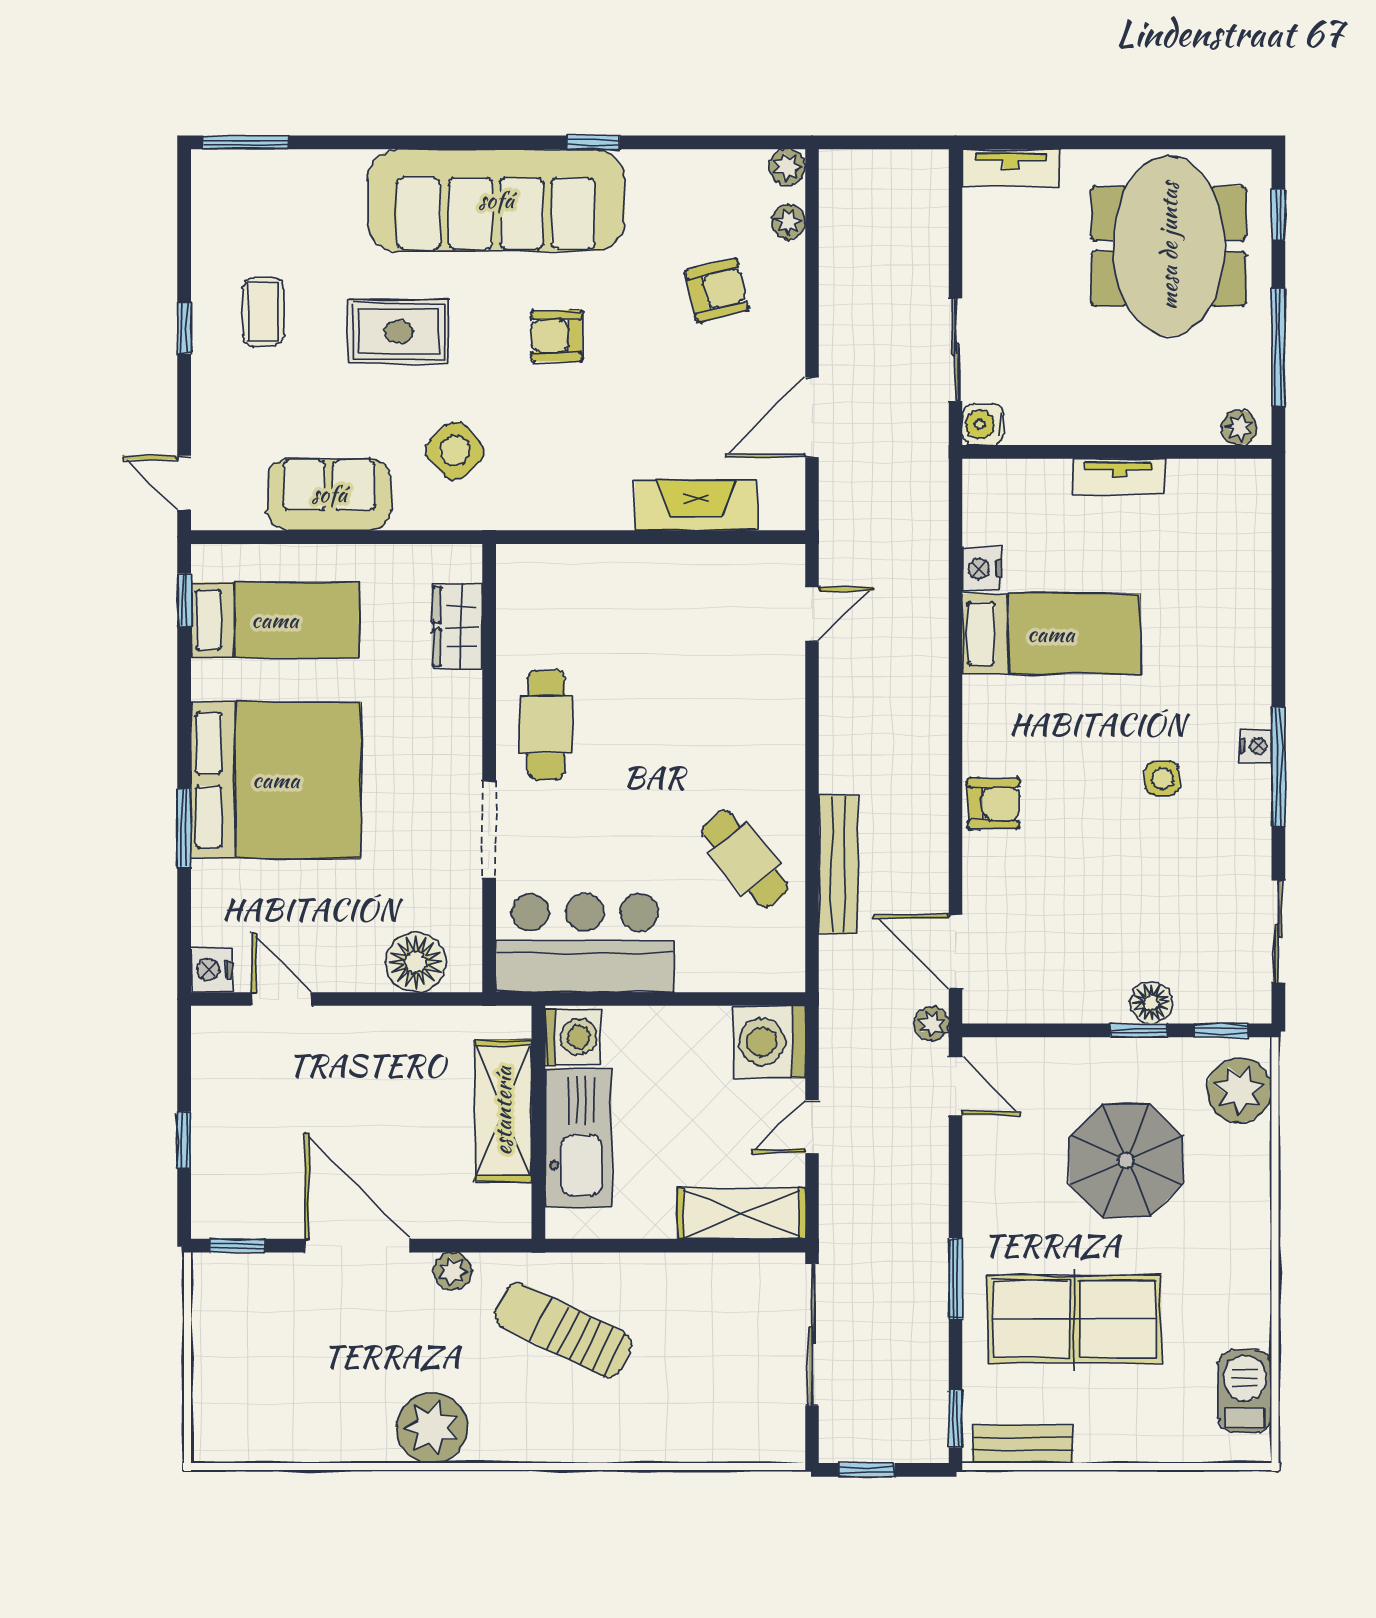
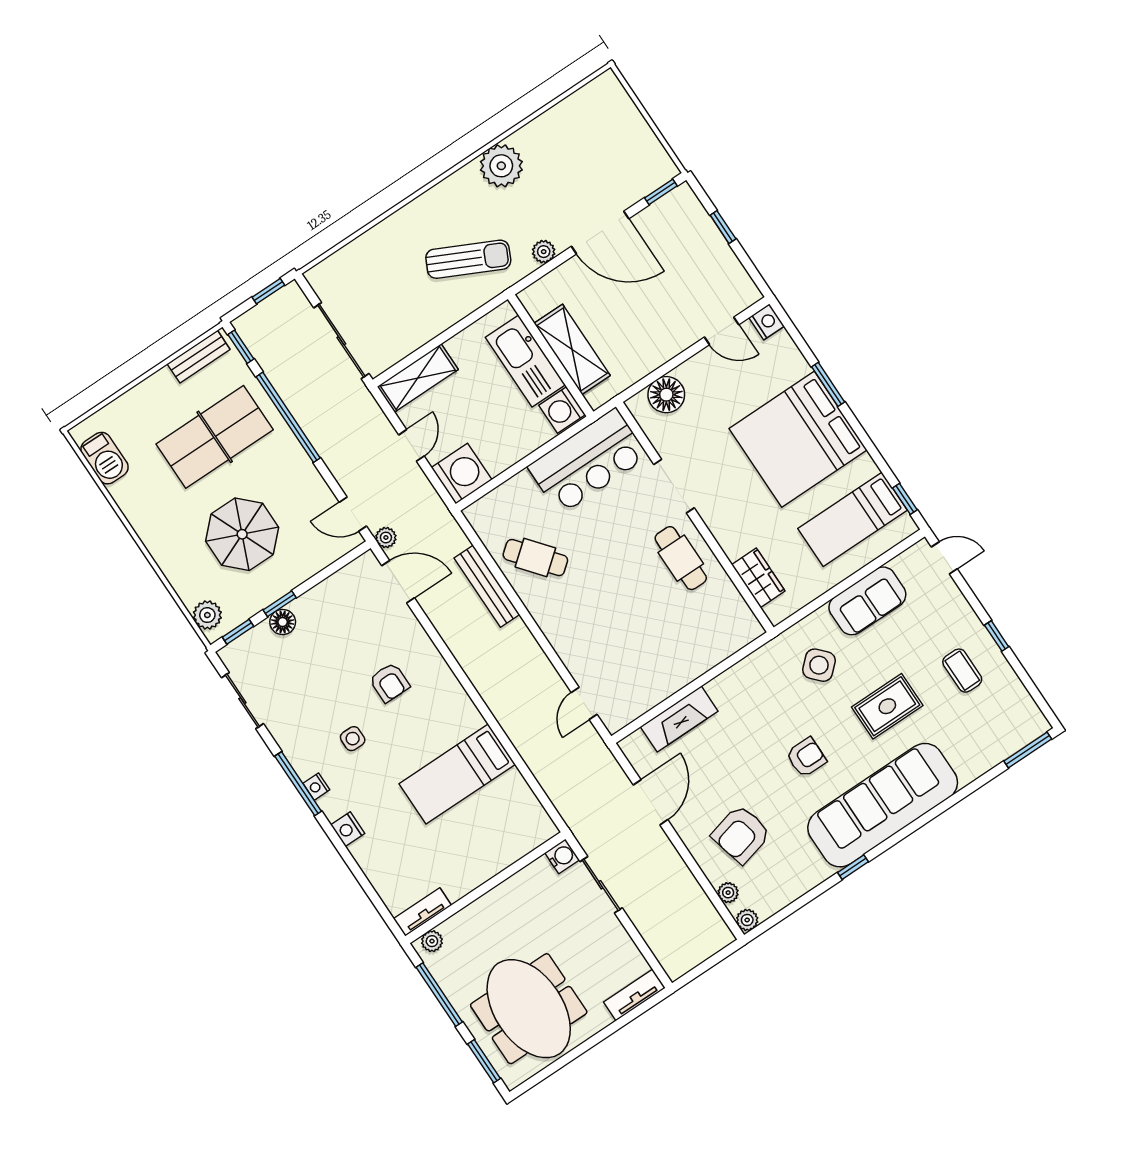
window: (1278, 215) -> (484, 1061), width x1.50
armchair: (717, 290) -> (741, 834), width x1.38, depth x1.38
tv unit: (1119, 476) -> (422, 912), moved
nightstand: (982, 569) -> (348, 829), moved, turned 180
armchair: (994, 804) -> (389, 682), moved, turned -90
plant: (1239, 1090) -> (207, 615), width x0.73, depth x0.73
window: (955, 1278) -> (288, 417), width x2.11

